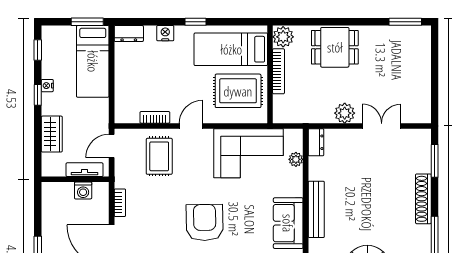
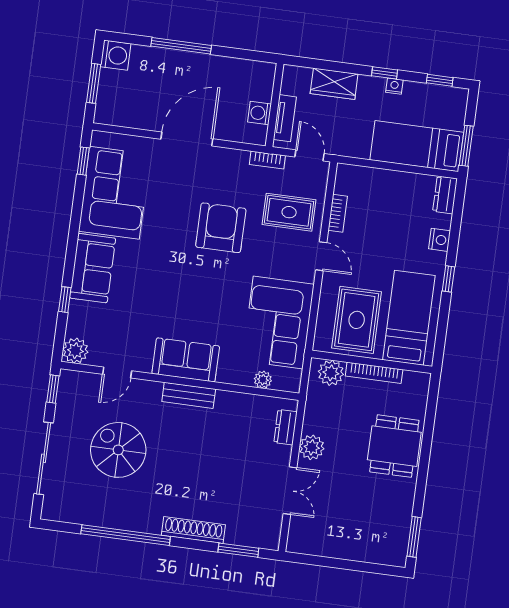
plant: (283, 37) -> (331, 373), moved
dresser: (316, 142) -> (285, 427), moved, turned 90
bookcase: (120, 203) -> (267, 160), moved
bench: (316, 209) -> (189, 395), width x0.73
armchair: (205, 222) -> (221, 228), moved, turned -89

